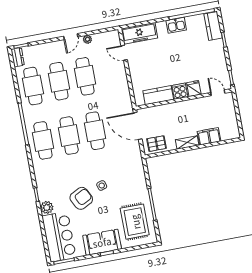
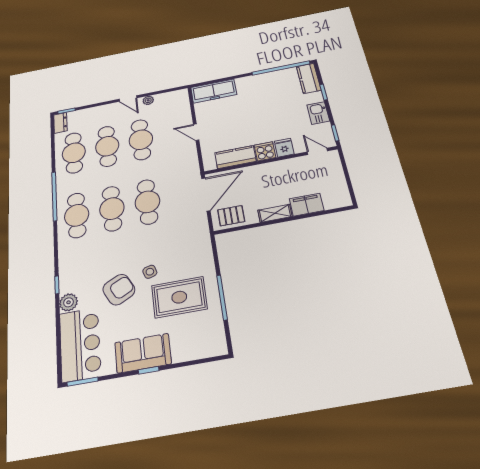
kitchen sink: (176, 25) -> (318, 113), moved, turned 90
door: (71, 37) -> (128, 99), hinge flipped
door: (124, 53) -> (196, 132), moved
door: (138, 126) -> (206, 194), swing flipped
rug: (135, 222) -> (179, 297), moved, turned 90

